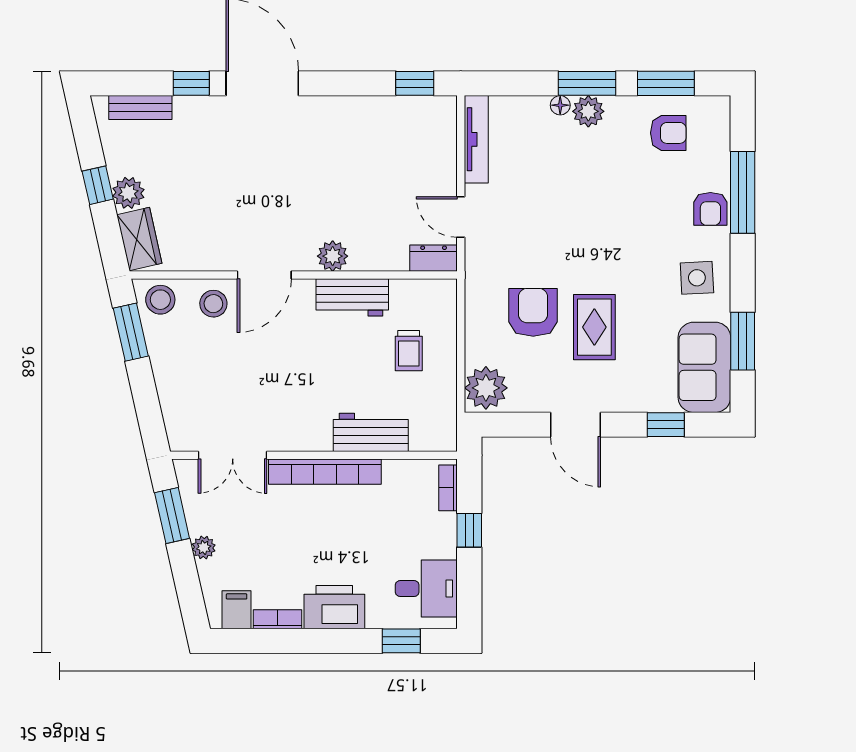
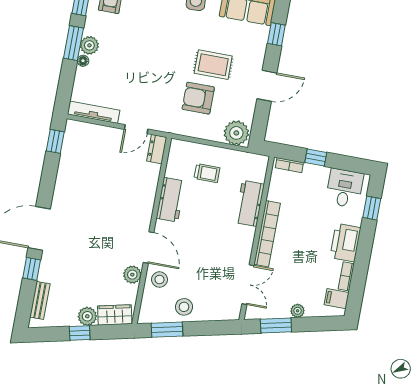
plant: (333, 256) -> (132, 275), moved
stool: (160, 300) -> (184, 307), moved

